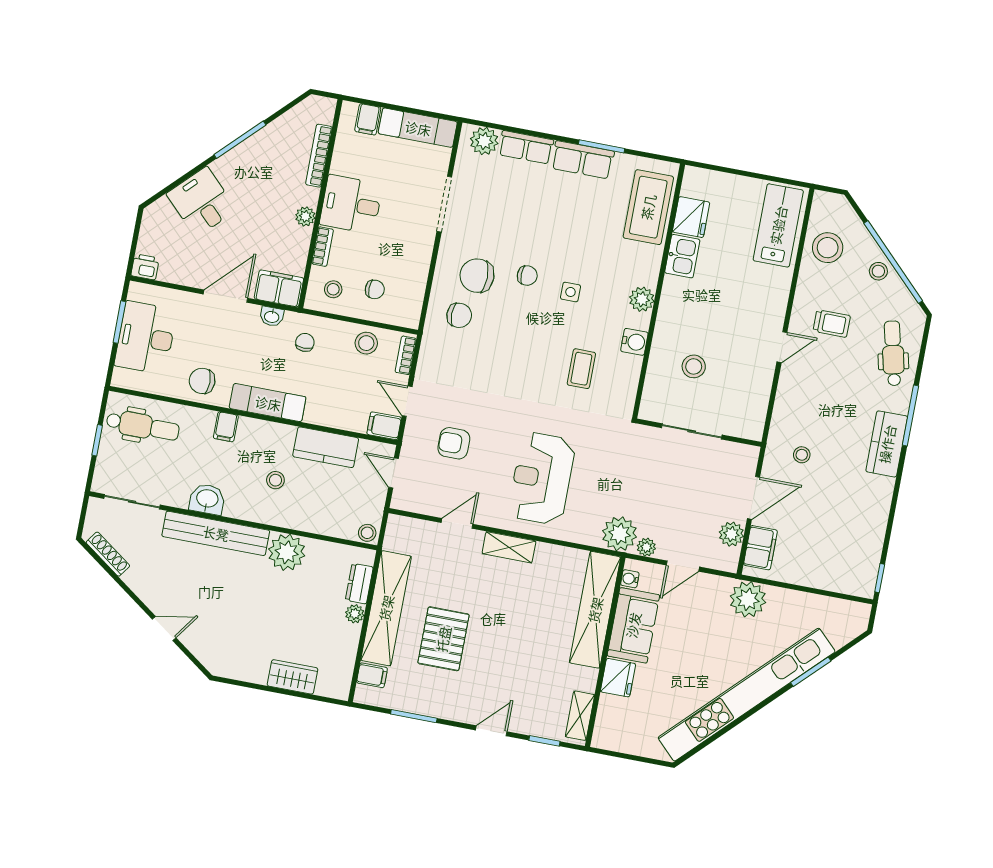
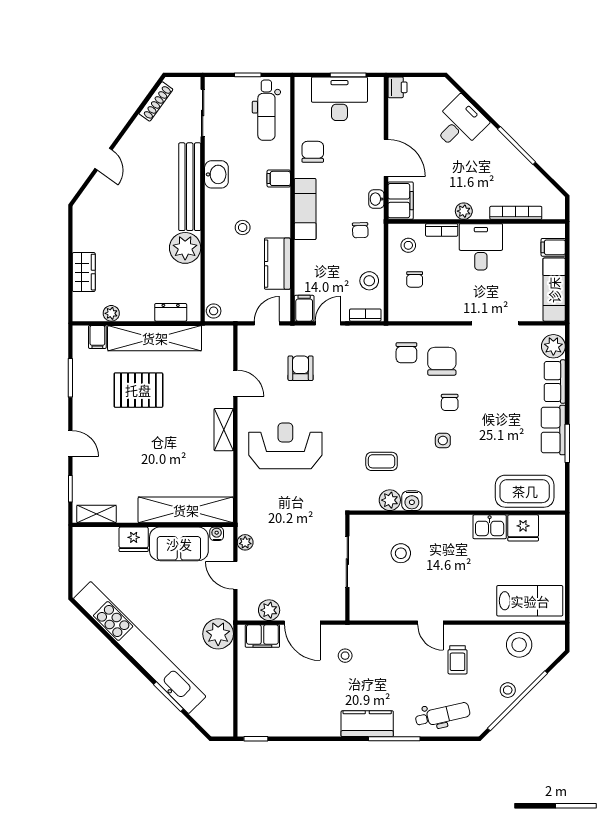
plant: (642, 299) -> (390, 500), moved
chair: (305, 342) -> (360, 230), turned 88
plant: (620, 534) -> (252, 518), removed
plant: (355, 614) -> (111, 313), moved

